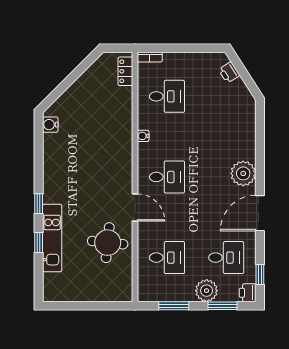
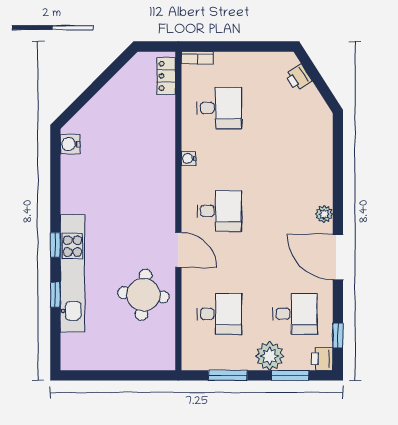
plant: (243, 173) -> (324, 214), width x0.53, depth x0.53
door: (260, 213) -> (338, 257), hinge flipped
kitchen unit: (52, 238) -> (73, 273), width x1.36

